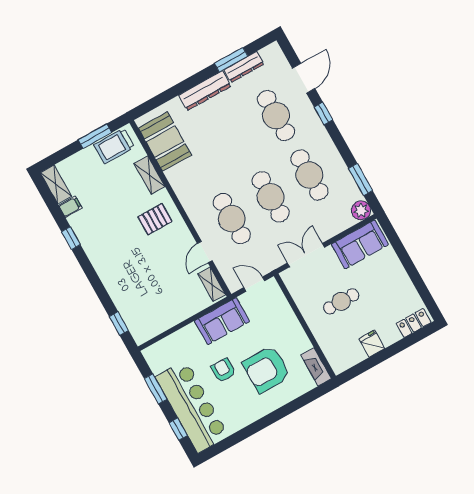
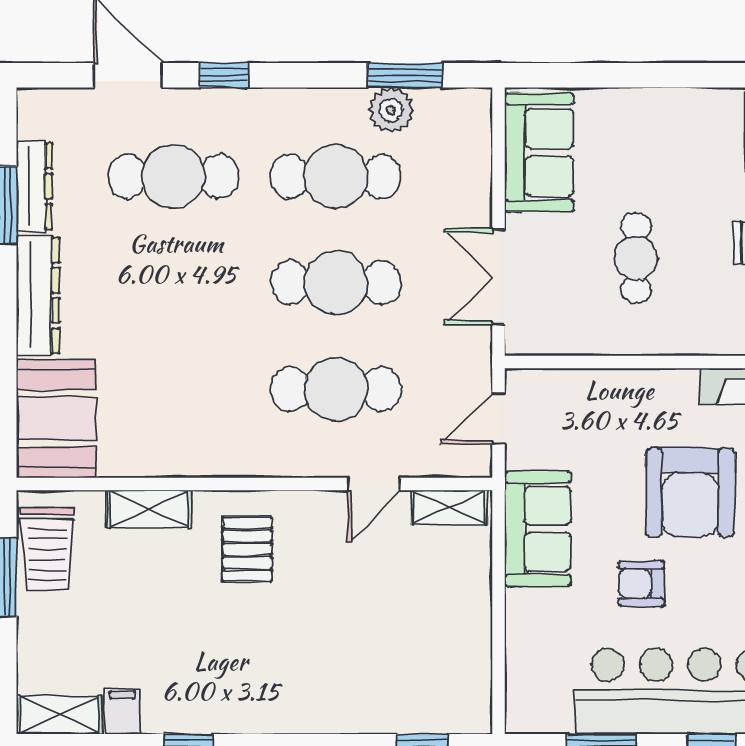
booth: (165, 142) -> (56, 419), moved, turned 90
plant: (361, 210) -> (391, 110), moved
door: (205, 252) -> (374, 484), hinge flipped

